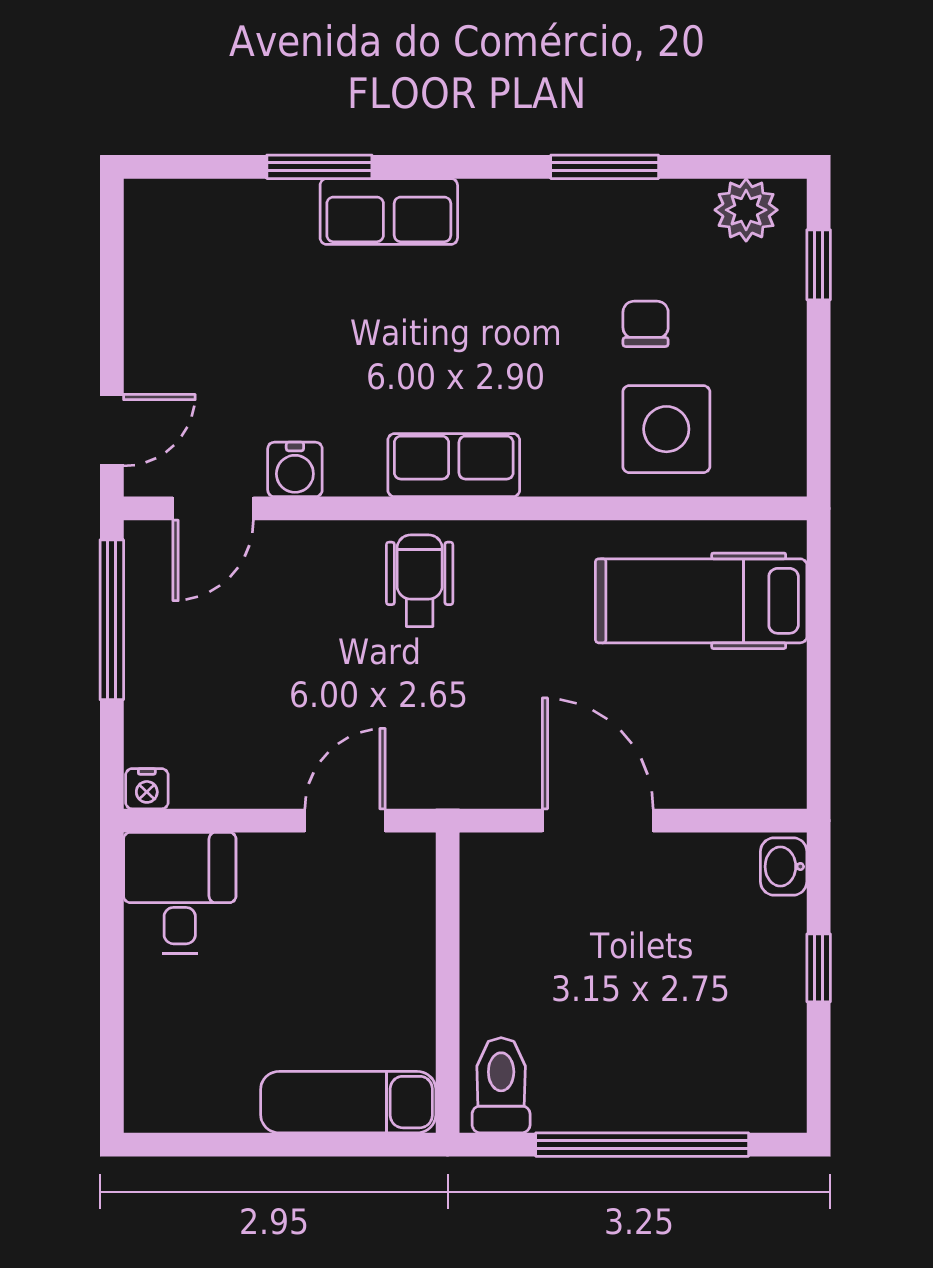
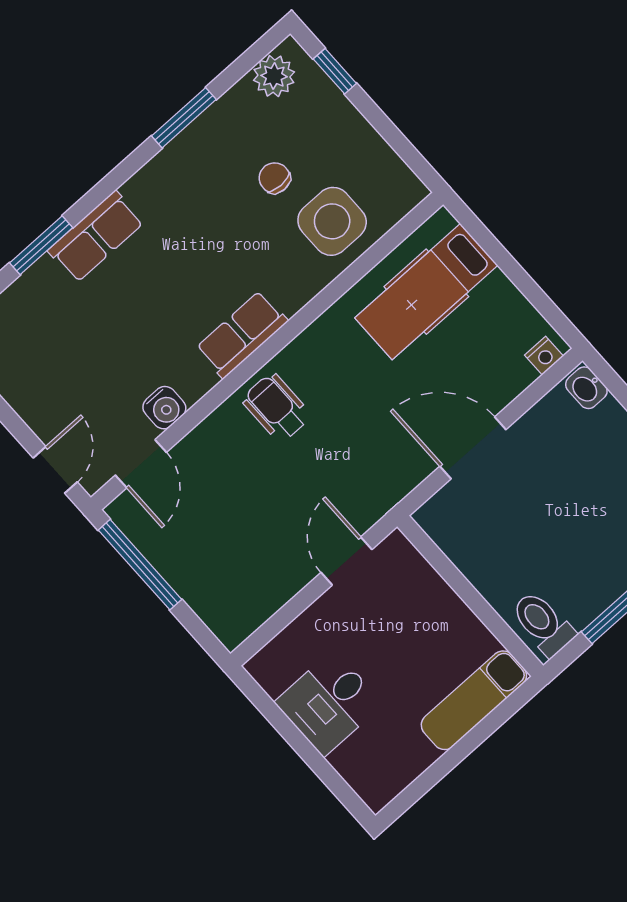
nightstand: (147, 789) -> (544, 356), moved
desk: (180, 893) -> (329, 703), moved, turned -90

